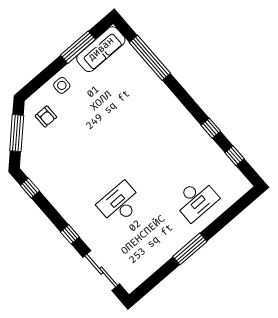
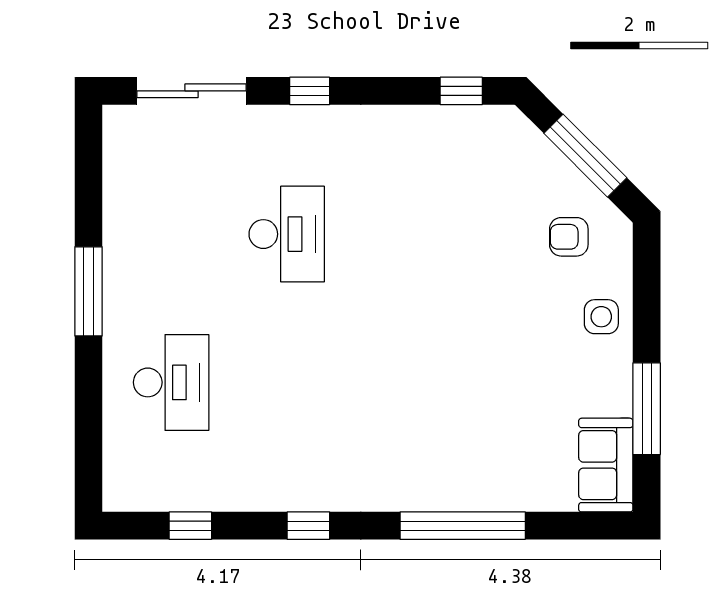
sofa: (101, 49) -> (606, 465), width x0.73
window: (150, 58) -> (463, 526), moved
window: (211, 128) -> (308, 526), moved
desk: (196, 200) -> (171, 382), turned 180

